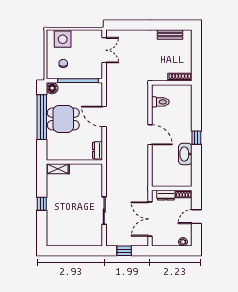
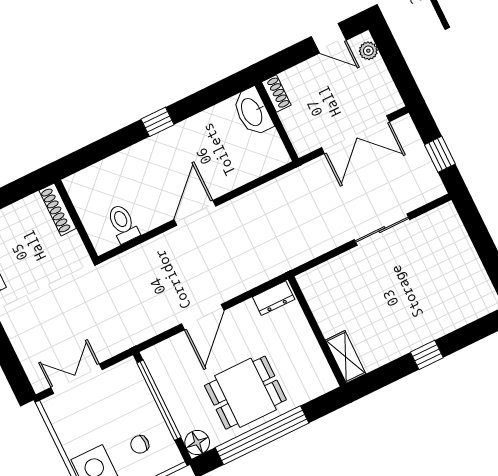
dining table: (63, 119) -> (245, 393), turned 90
washbasin: (185, 154) -> (252, 112), moved, turned 90
dresser: (166, 195) -> (295, 127), removed
door: (196, 217) -> (329, 38), moved

